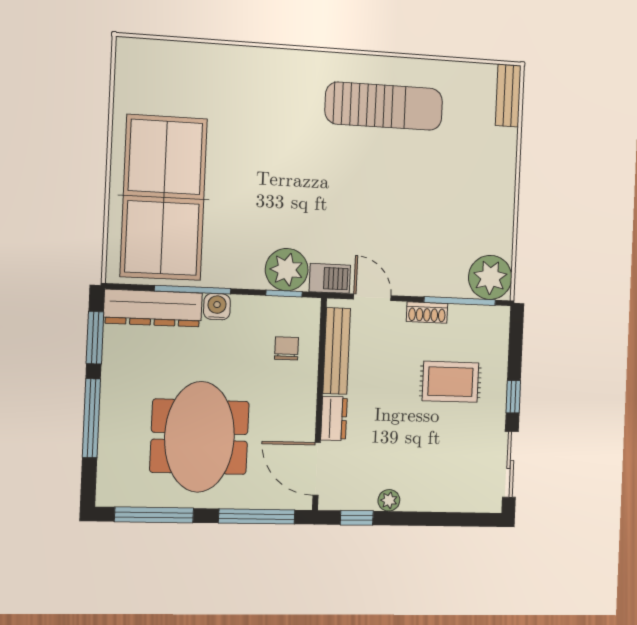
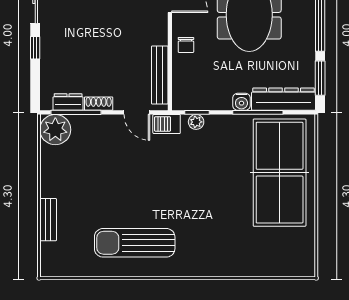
bench: (508, 96) -> (48, 220), moved
plant: (287, 270) -> (196, 122), width x0.53, depth x0.53
chair: (286, 348) -> (186, 45), moved
rug: (450, 382) -> (80, 57), removed
dresser: (334, 418) -> (68, 102), moved, turned 90

